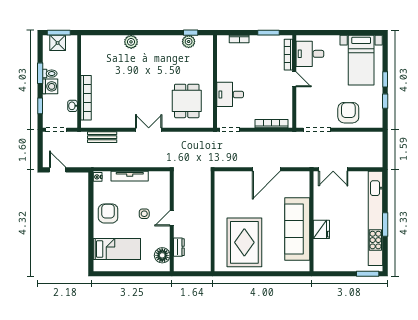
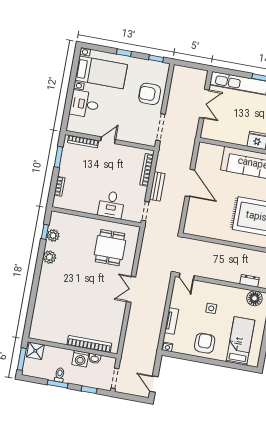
plant: (131, 42) -> (49, 257), moved
shower: (58, 43) -> (35, 351), moved
desk: (310, 54) -> (84, 104), moved, turned 90
washing machine: (50, 86) -> (80, 359), moved, turned 180
dining table: (187, 101) -> (110, 248), turned 90
window: (385, 101) -> (156, 59), moved
bench: (102, 137) -> (157, 186), moved
double door: (333, 169) -> (204, 104), moved
door: (58, 170) -> (154, 384), hinge flipped
tv unit: (130, 176) -> (172, 321), width x0.71
armchair: (108, 213) -> (205, 343), turned 90
door: (172, 218) -> (187, 276), moved

